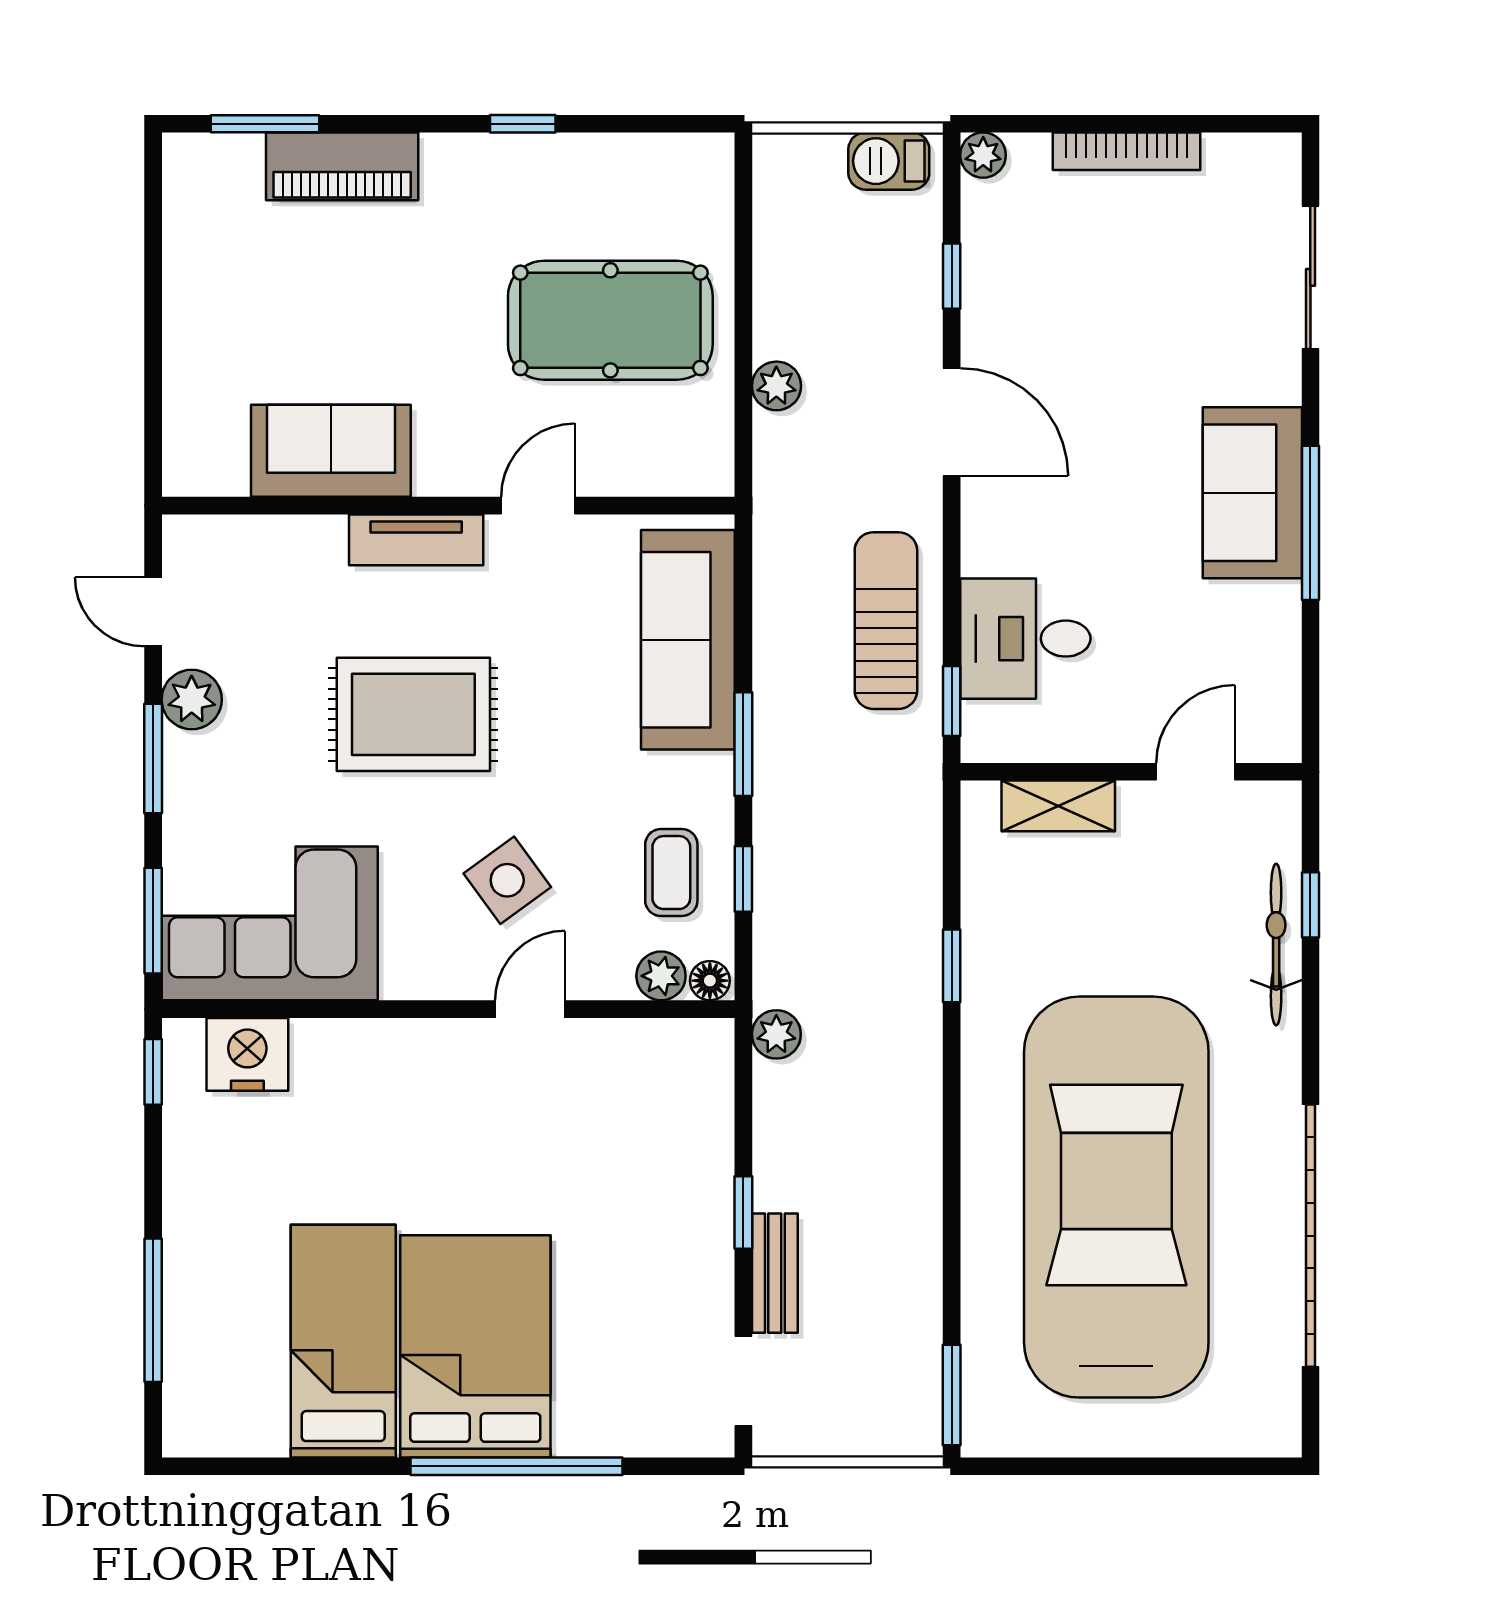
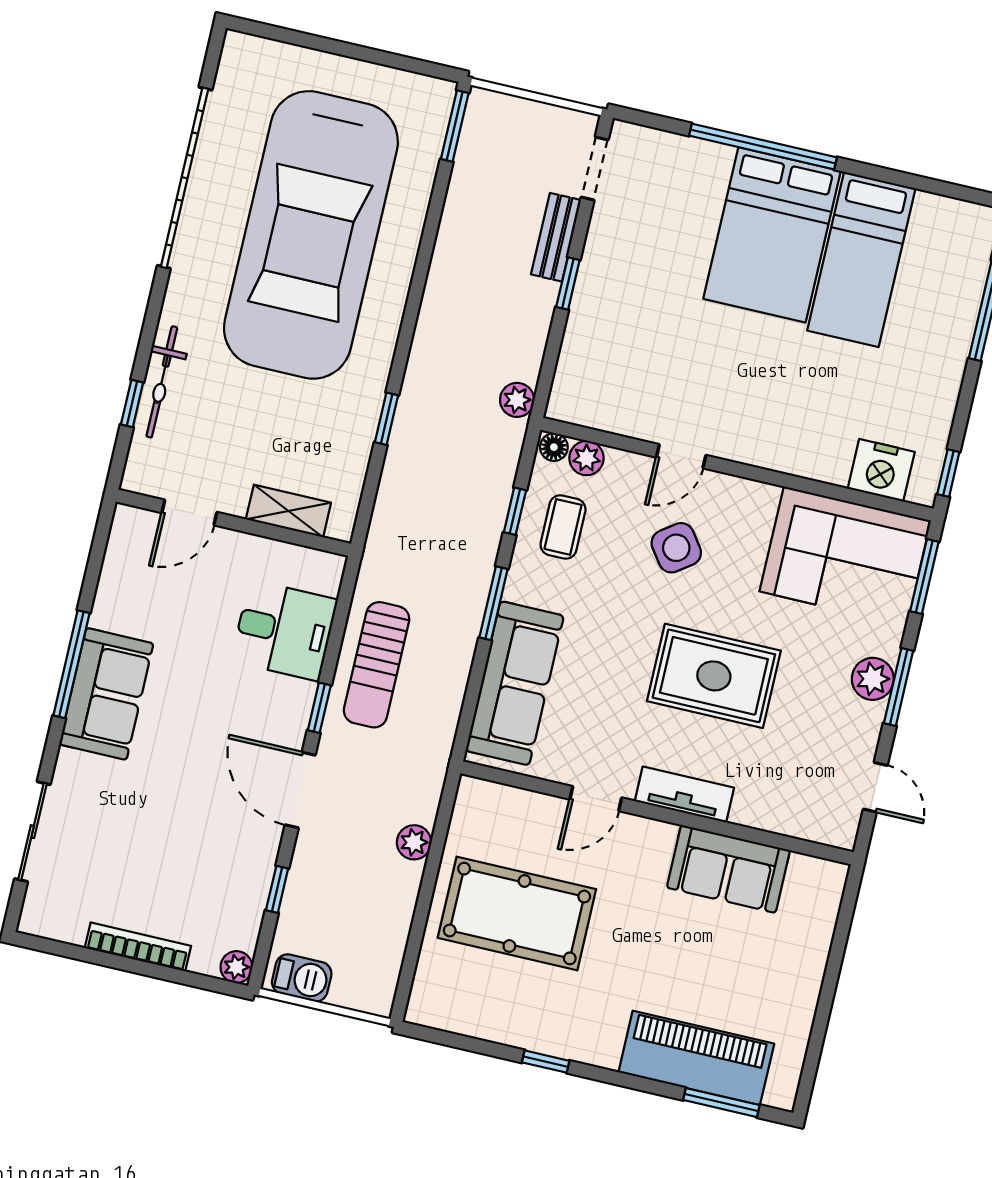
piano: (342, 166) -> (696, 1058), width x1.37, depth x1.33
plant: (192, 700) -> (873, 679), moved
window: (952, 701) -> (319, 708), moved

